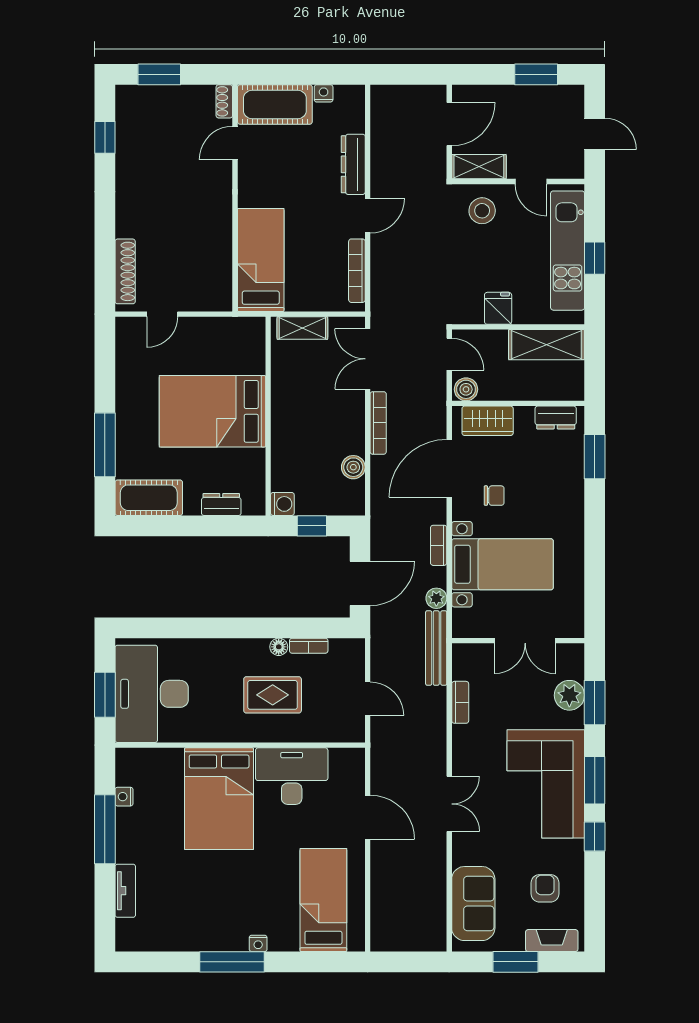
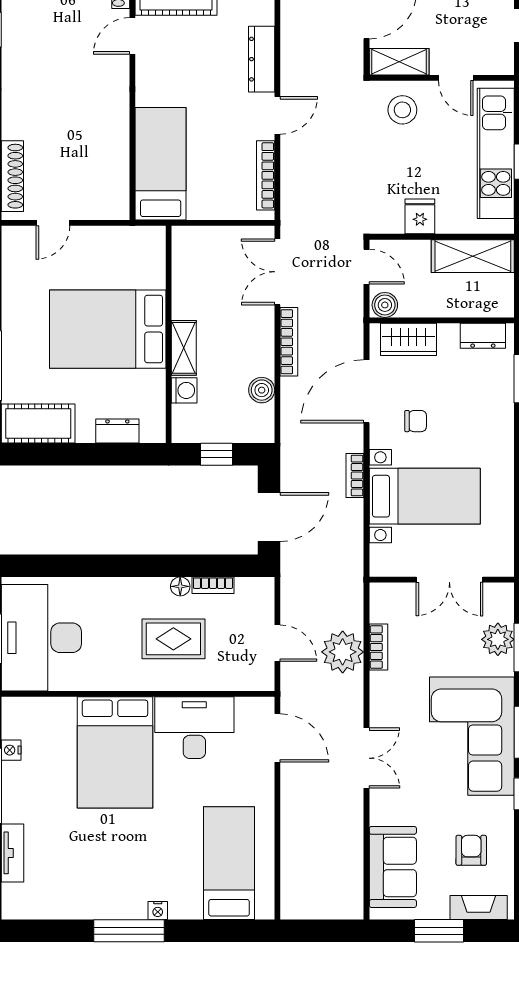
shelving: (302, 328) -> (184, 348), moved, turned 90
washing machine: (282, 504) -> (184, 390), moved
plant: (436, 598) -> (343, 652), moved, width x1.87, depth x1.87
bench: (436, 648) -> (352, 588), removed
door: (368, 817) -> (277, 738), moved

